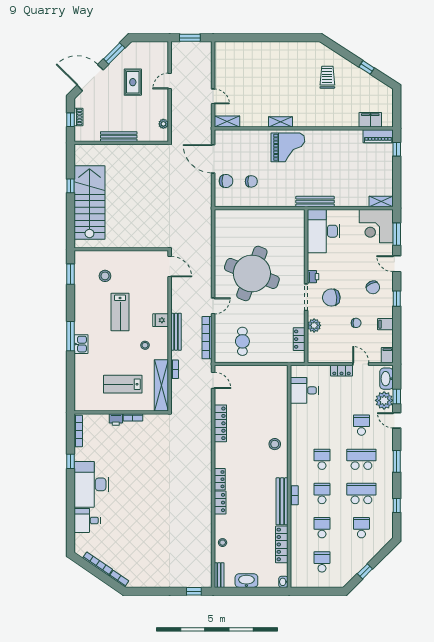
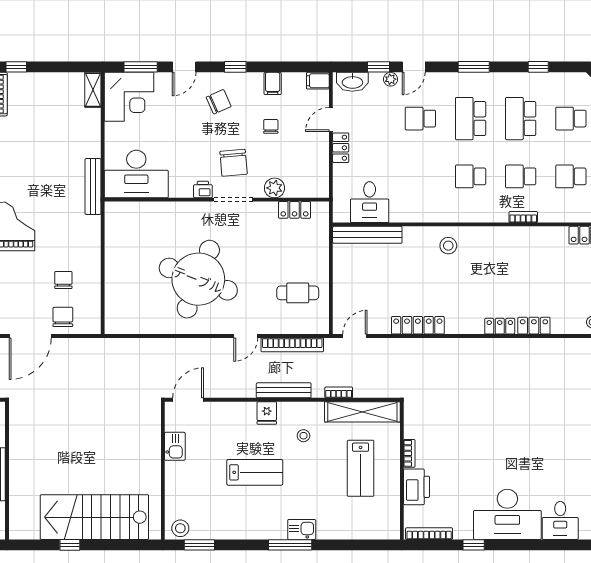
kitchen sink: (138, 257) -> (175, 446), added
stool: (105, 276) -> (180, 528), moved
door: (213, 306) -> (246, 336), swing flipped
plant: (384, 400) -> (391, 79), width x0.53, depth x0.53
printer: (116, 419) -> (416, 487), width x1.87, depth x1.48
bench: (282, 501) -> (367, 235), moved

